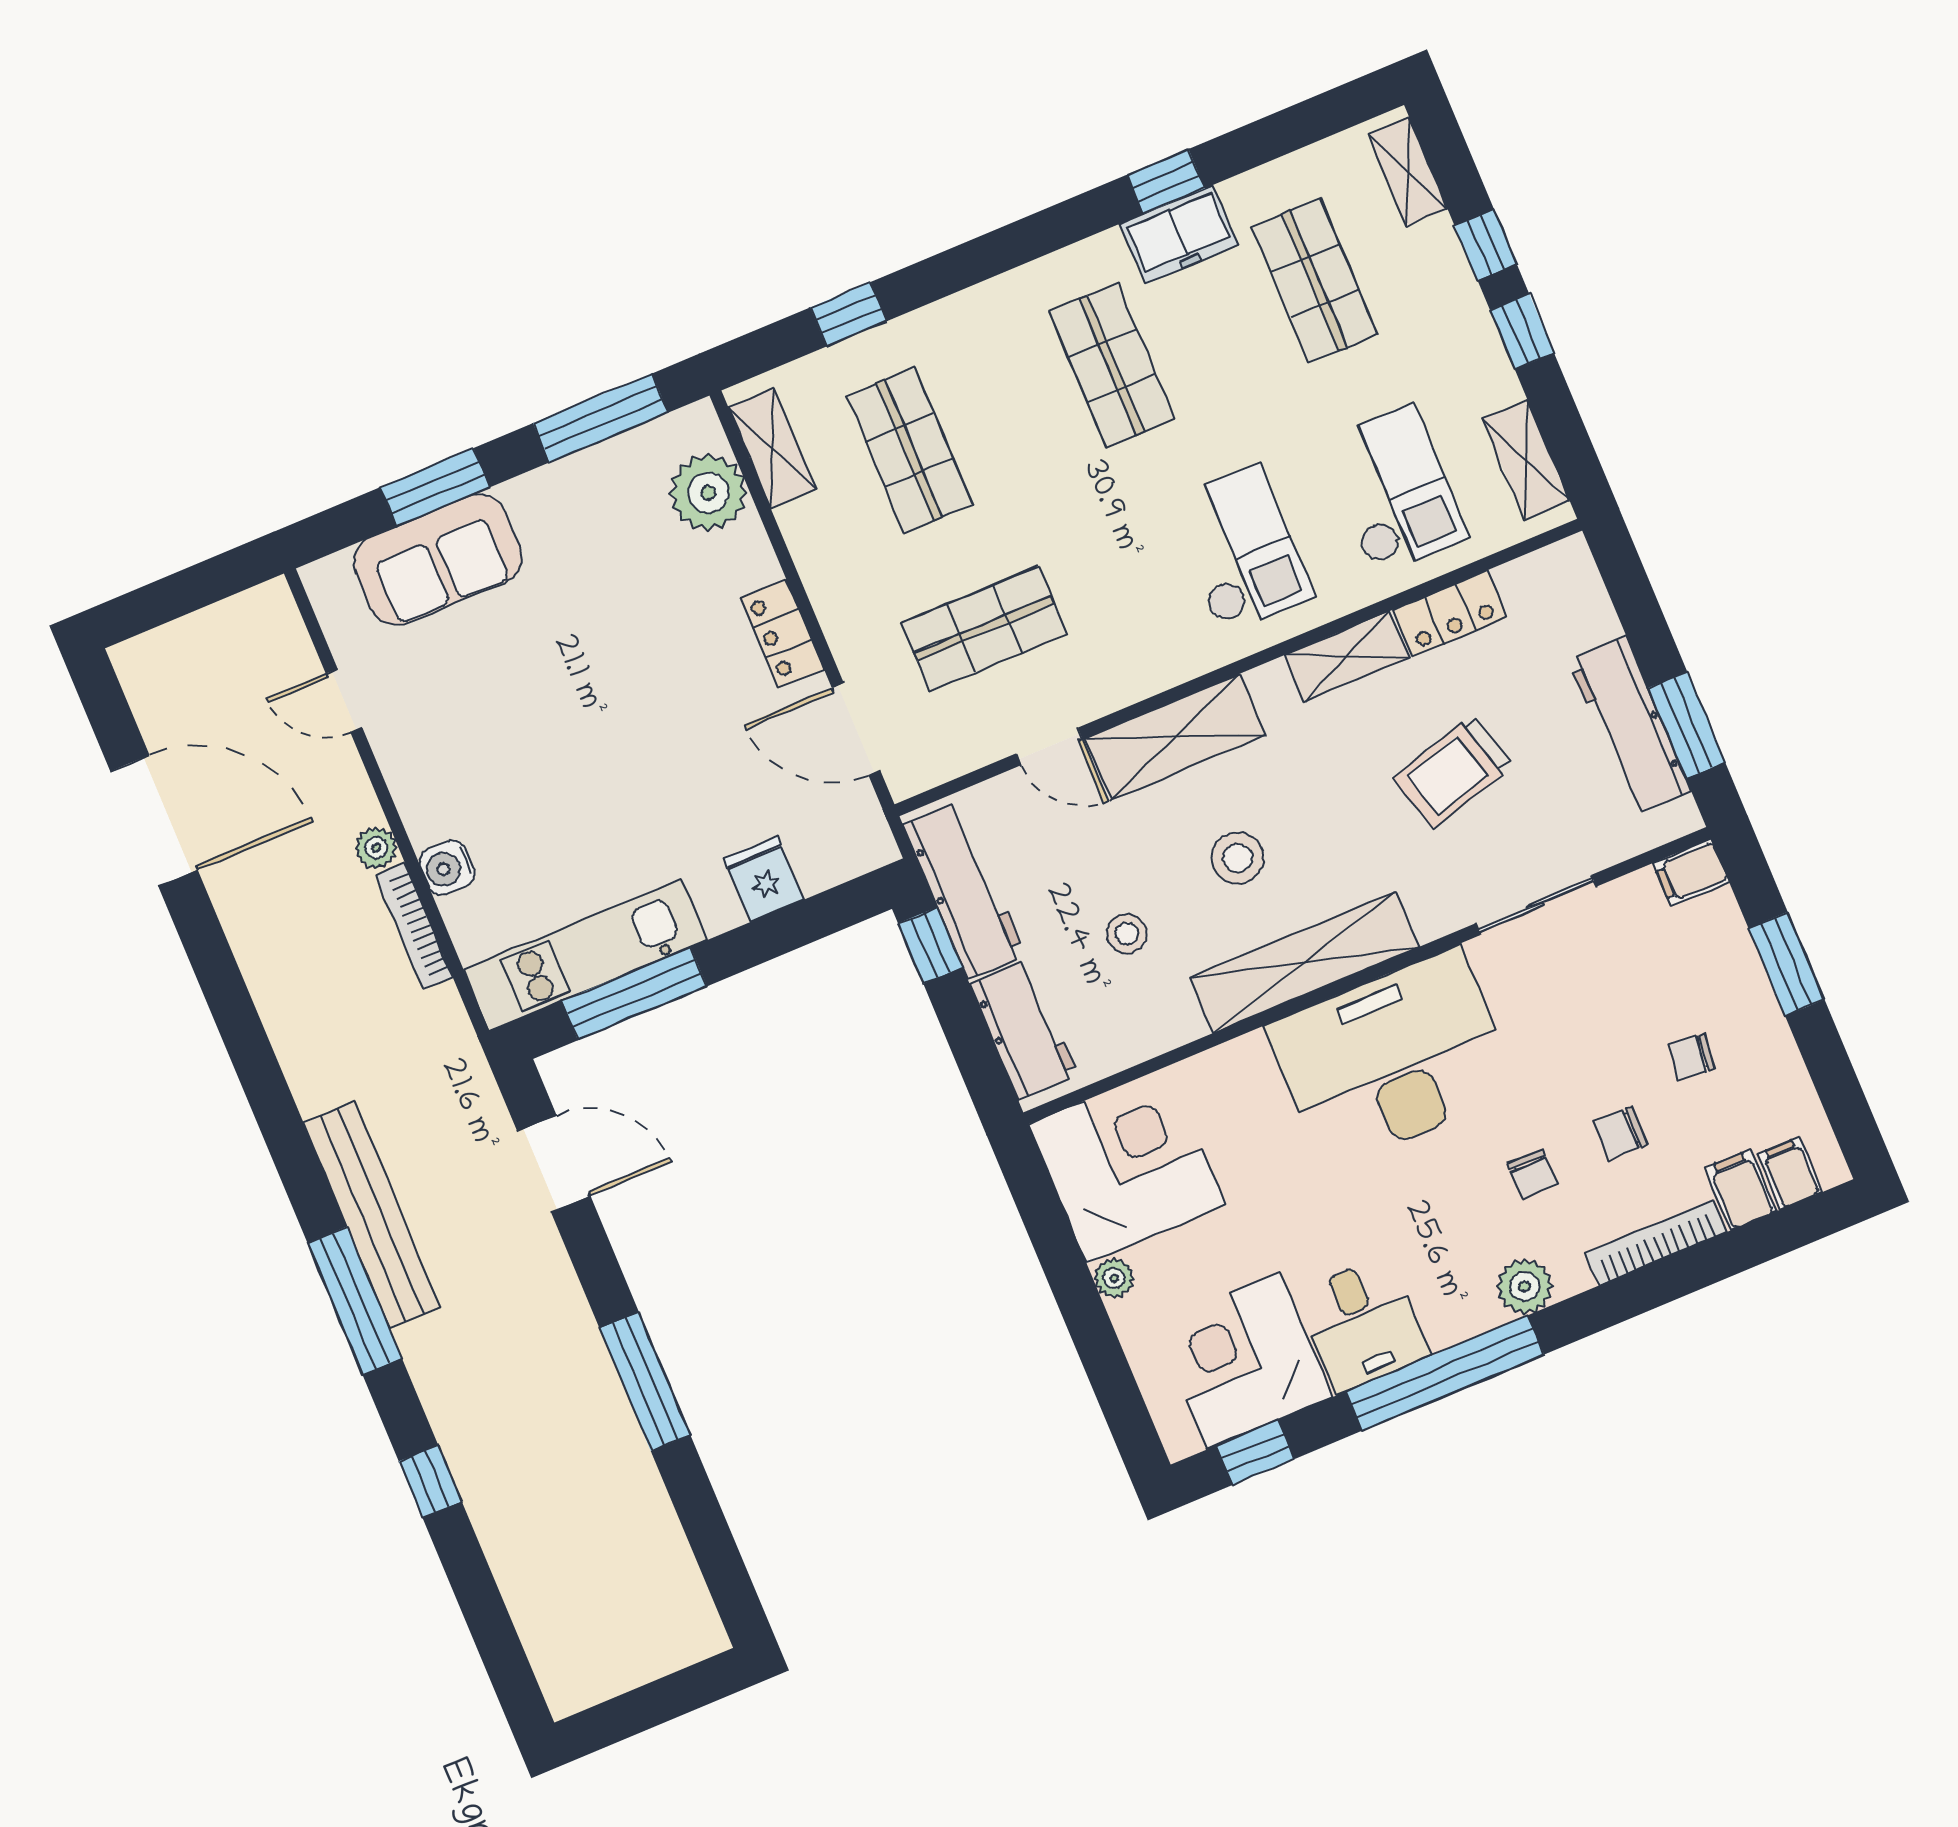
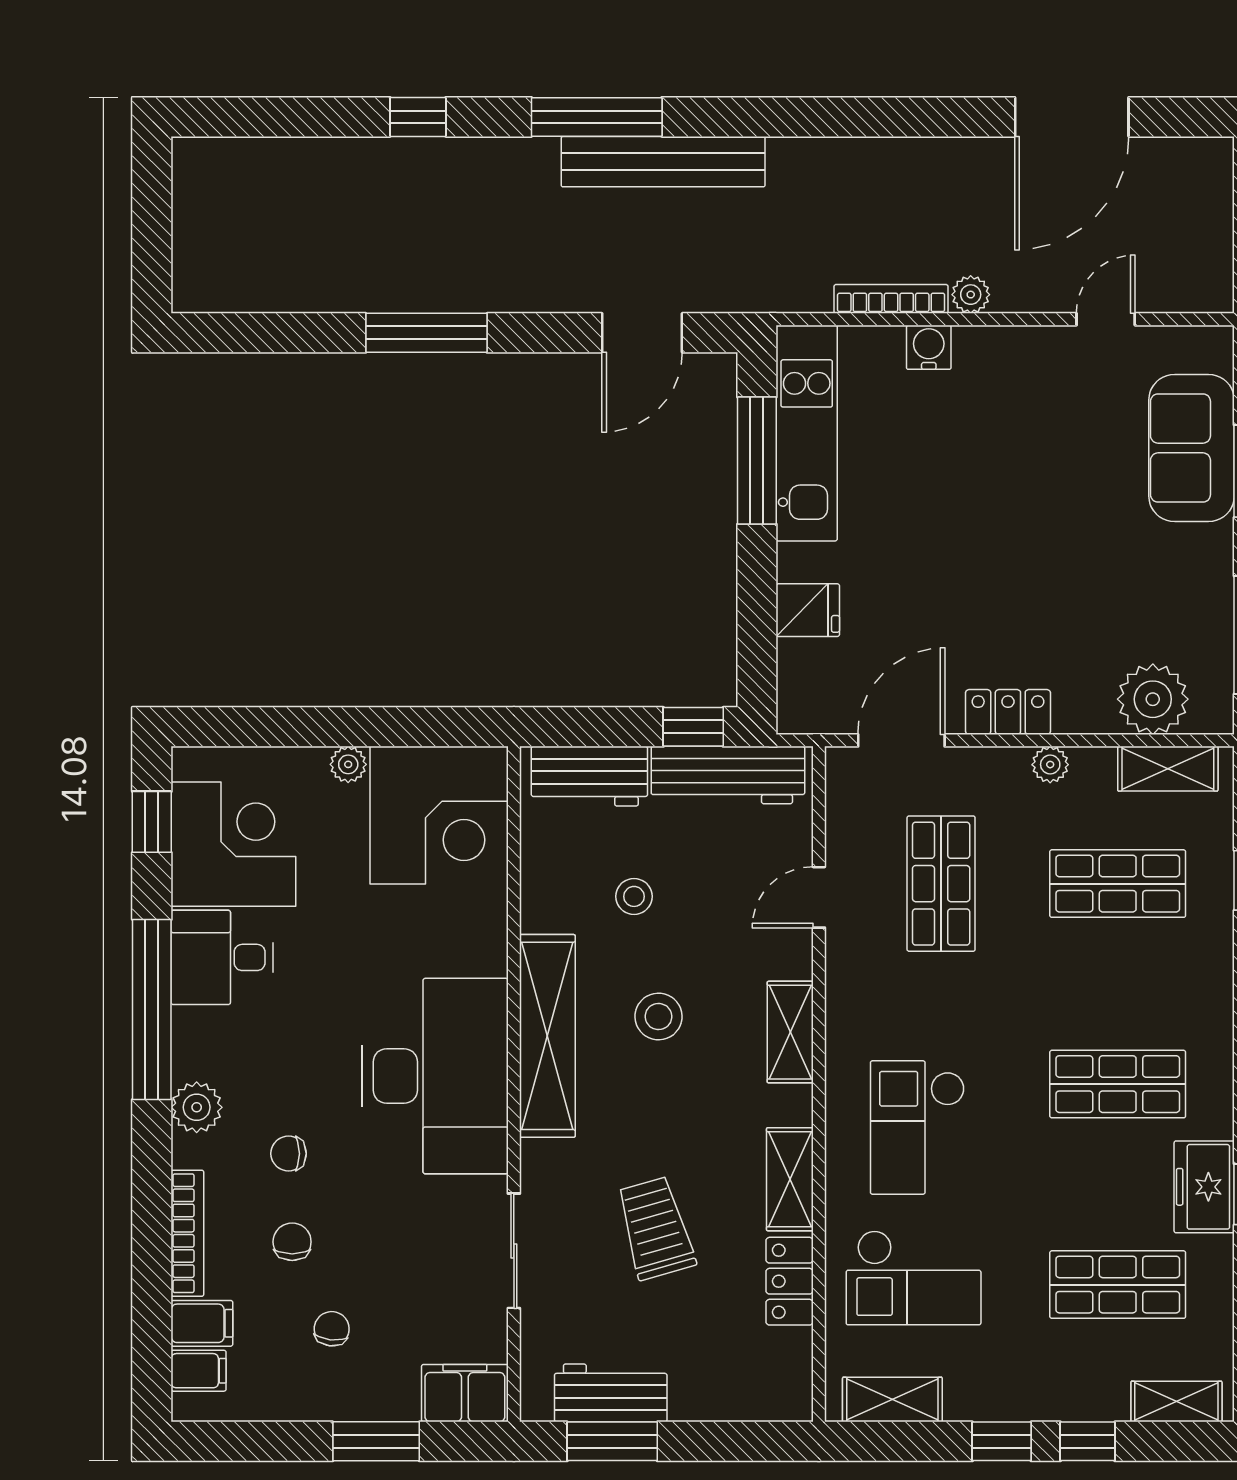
checkout: (1240, 549) -> (917, 1127), turned 90
plant: (817, 569) -> (1050, 765), added
workbench: (1630, 726) -> (611, 1393), width x0.73
shelving: (1175, 737) -> (790, 1032), width x0.67, depth x0.75
filing cabinet: (1691, 873) -> (465, 1393), width x2.00

